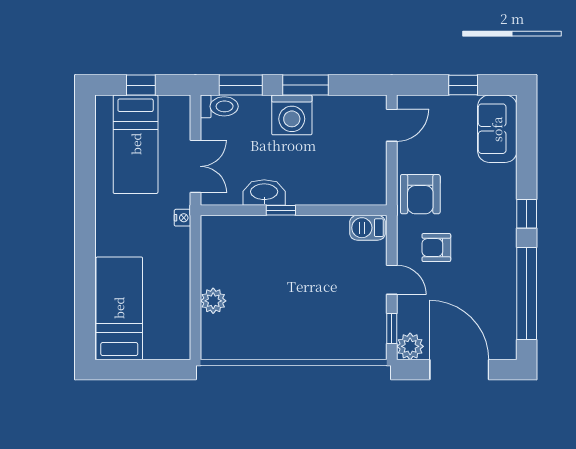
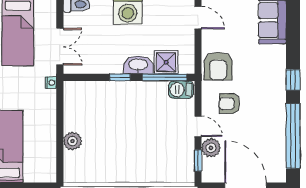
door: (392, 125) -> (198, 18), hinge flipped
shower: (346, 189) -> (166, 62), added
washbasin: (264, 192) -> (138, 65), moved
window: (344, 210) -> (165, 77), added
plant: (410, 346) -> (211, 148), moved

